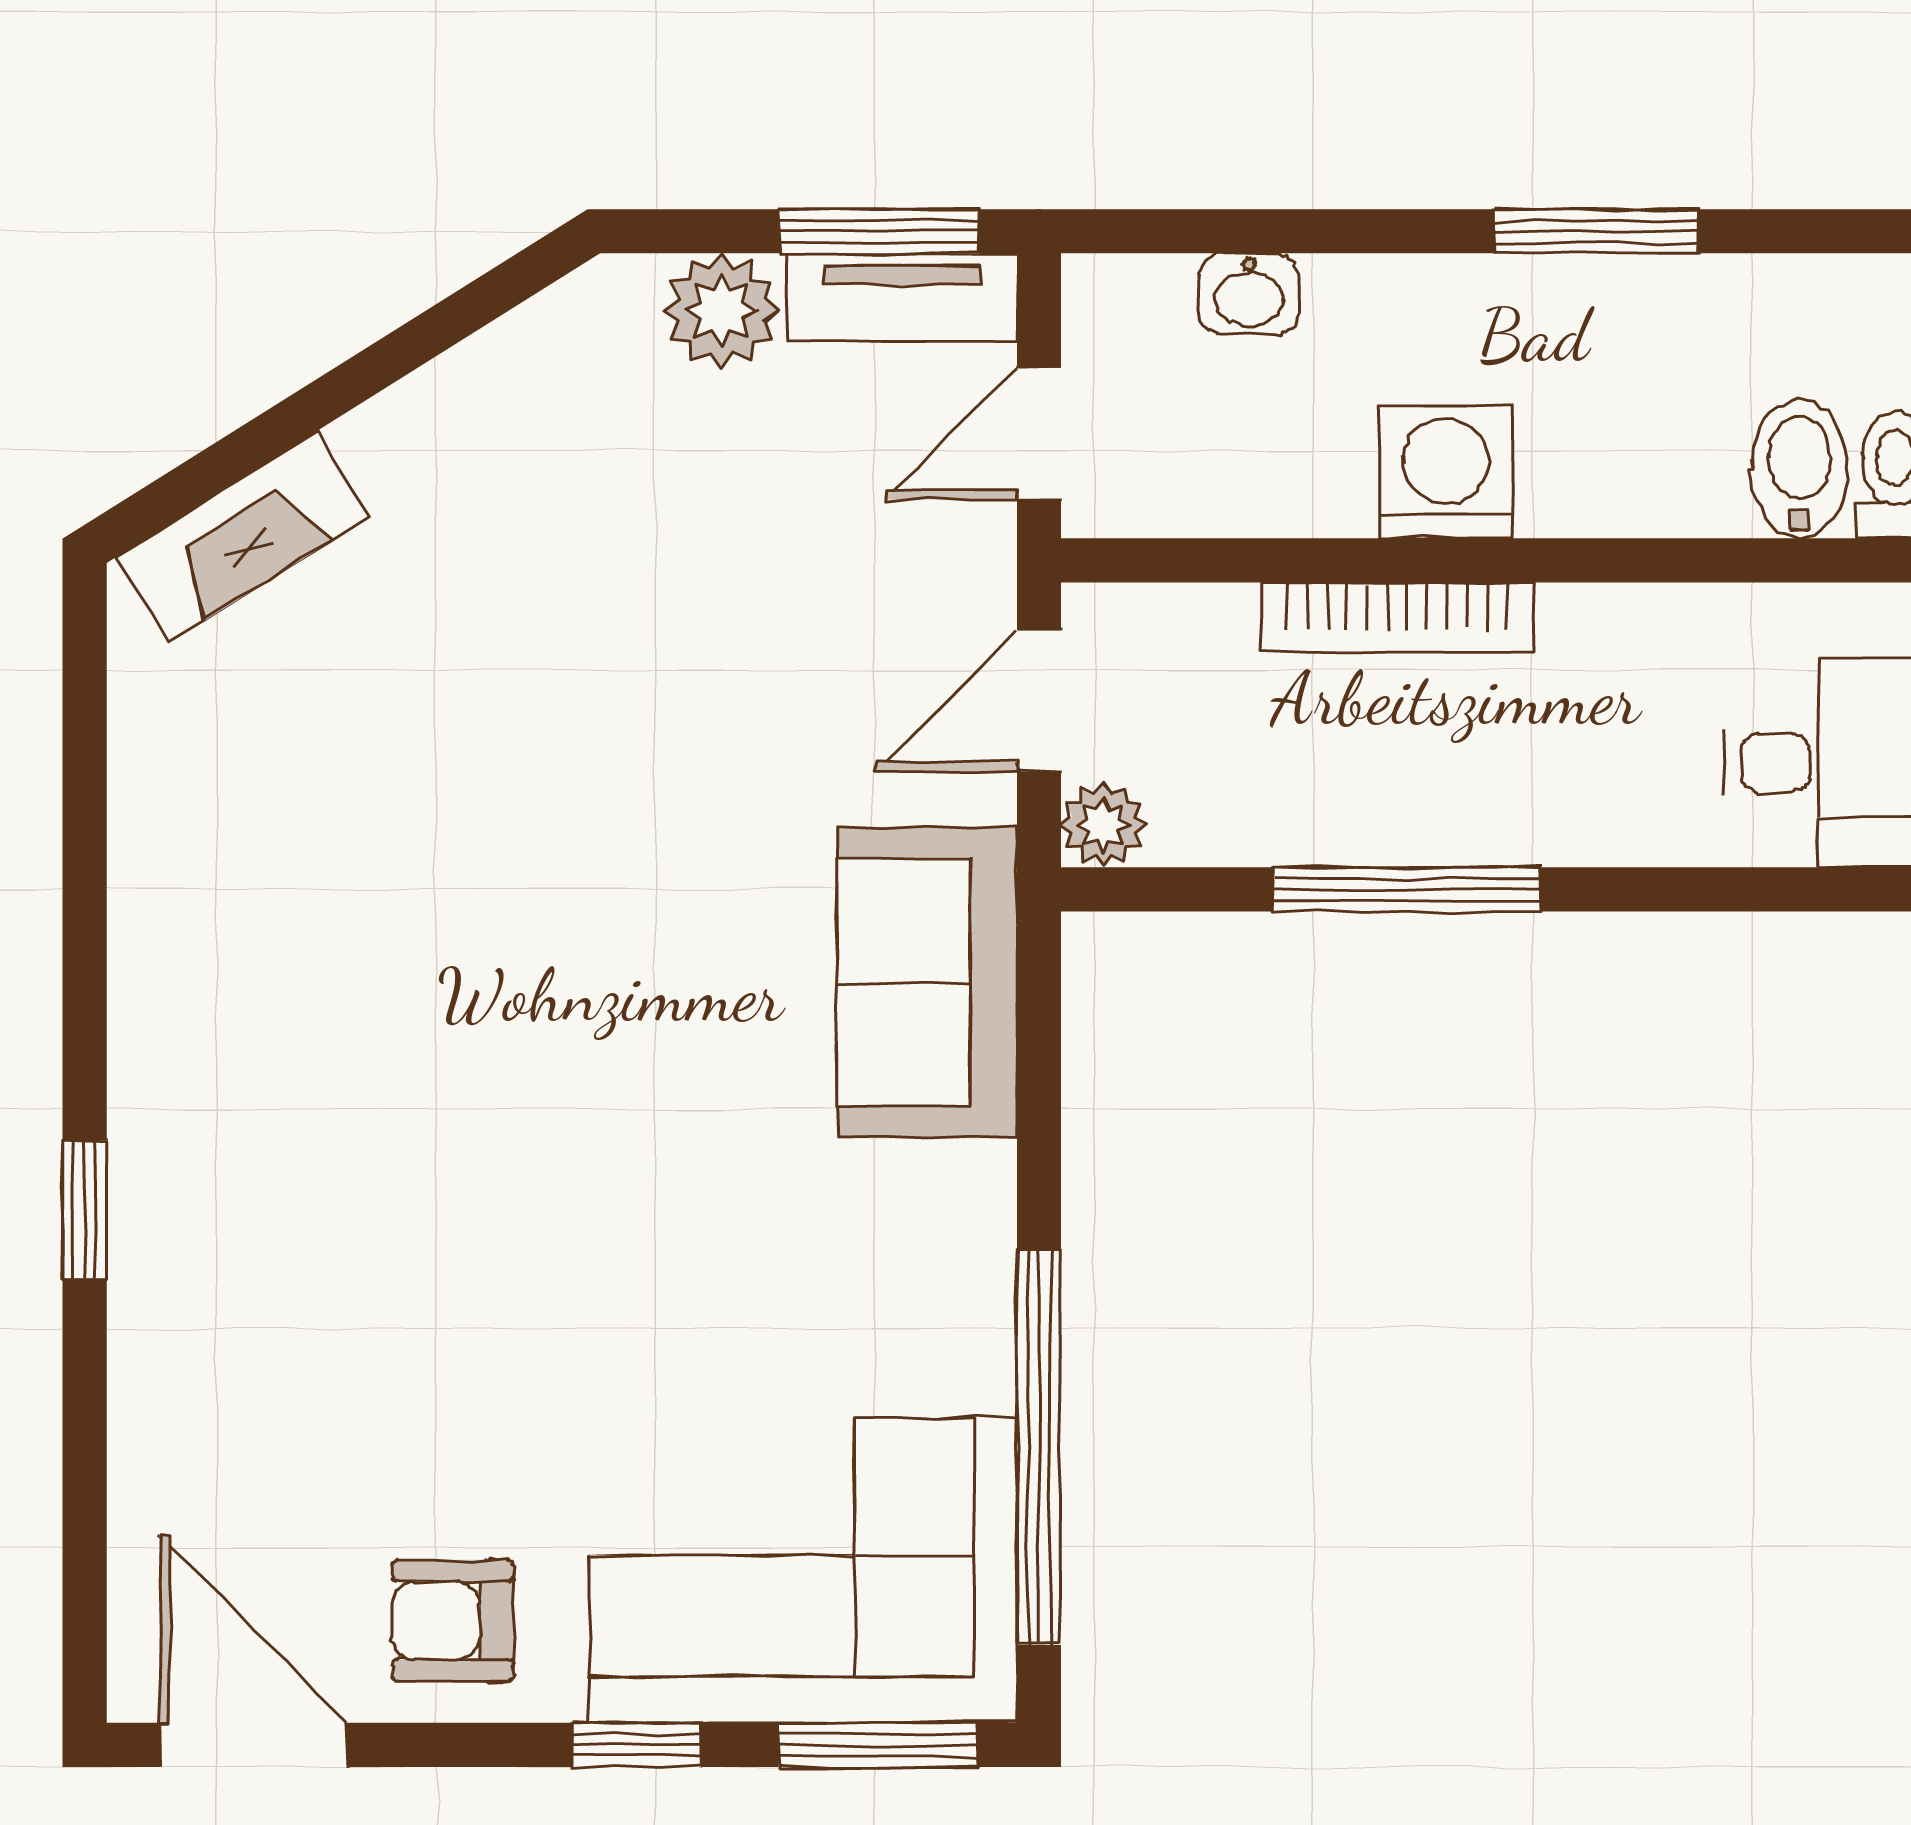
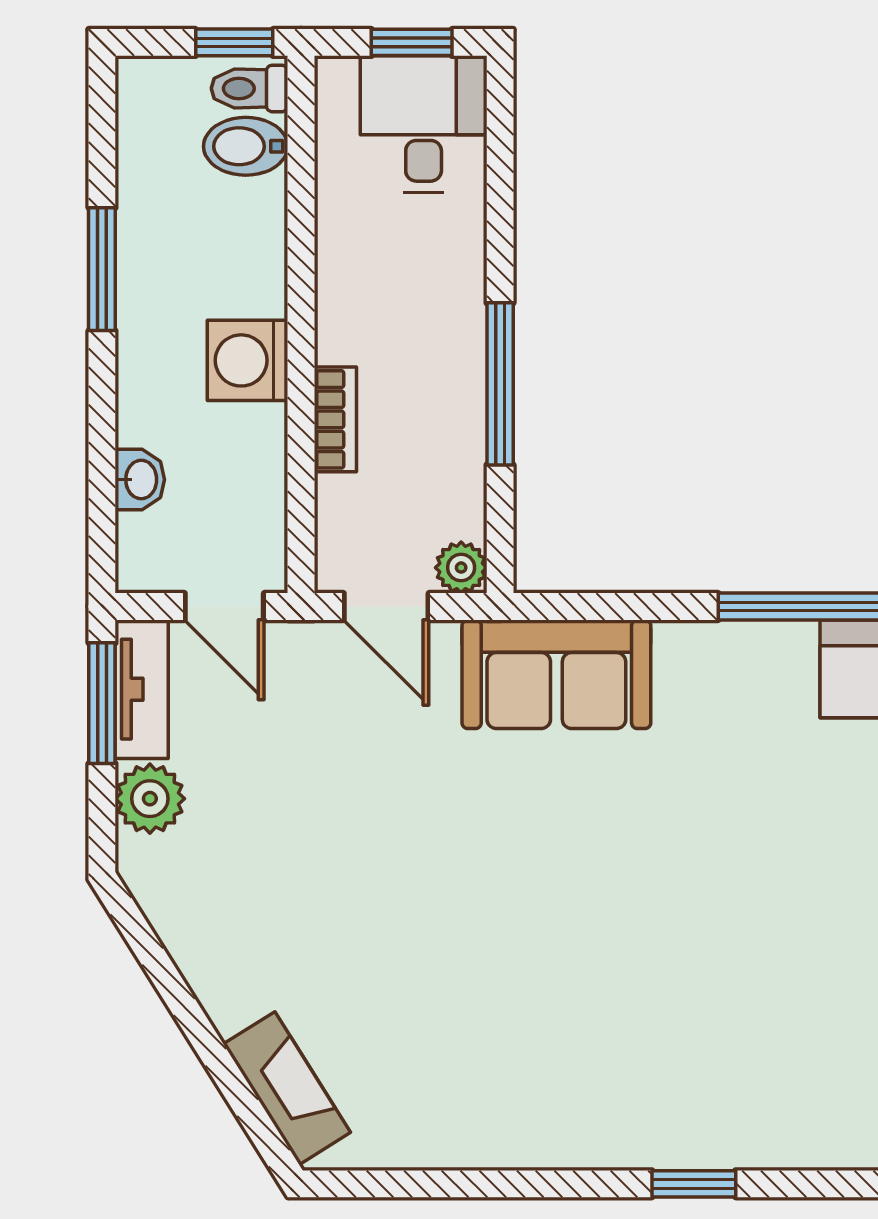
bookcase: (1397, 617) -> (335, 419), width x0.64

